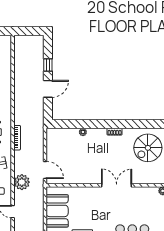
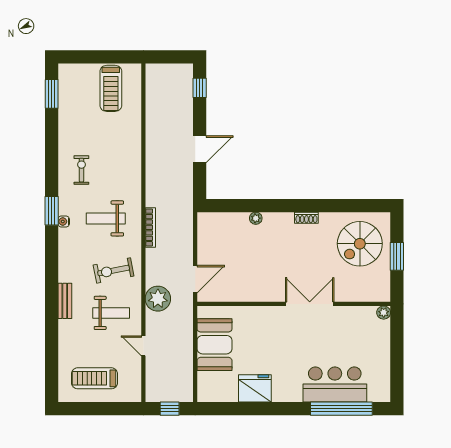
window: (48, 65) -> (200, 88), moved
door: (45, 170) -> (195, 279), hinge flipped

